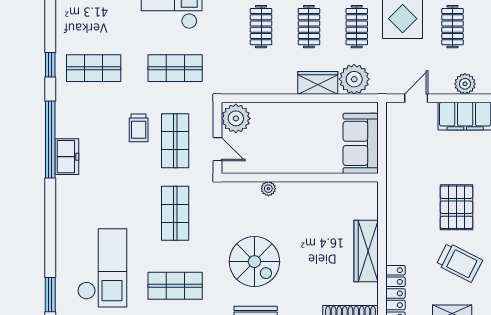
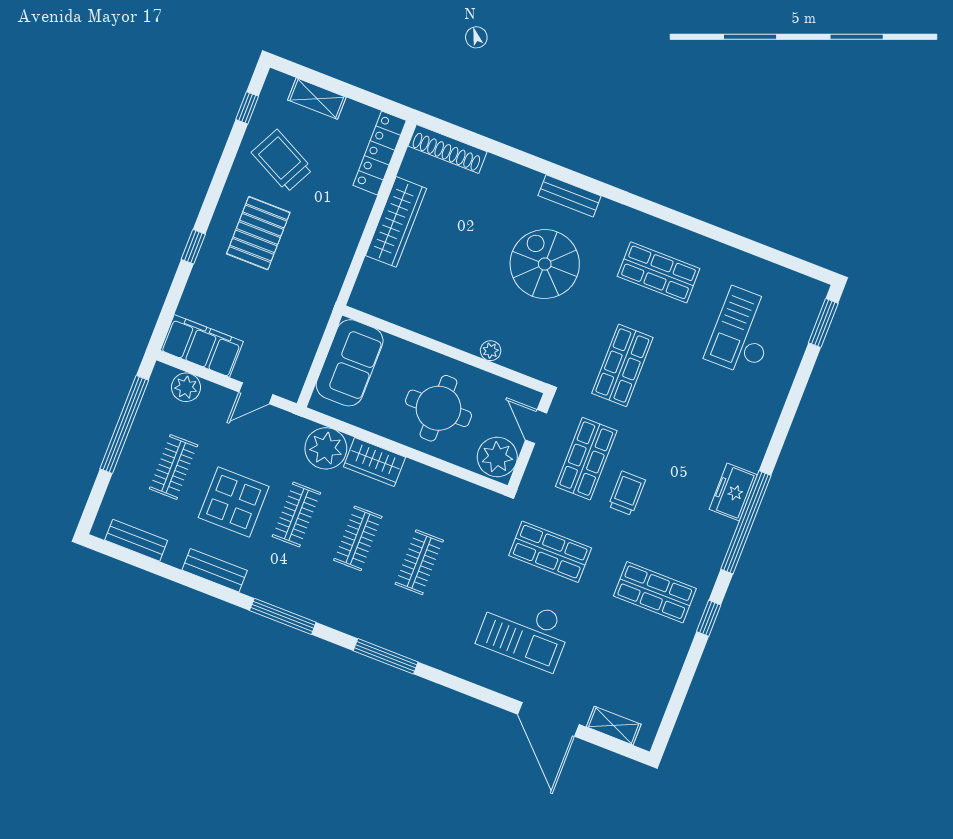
round table: (288, 136) -> (438, 408), added
checkout: (102, 268) -> (743, 332), width x0.73, depth x0.83

